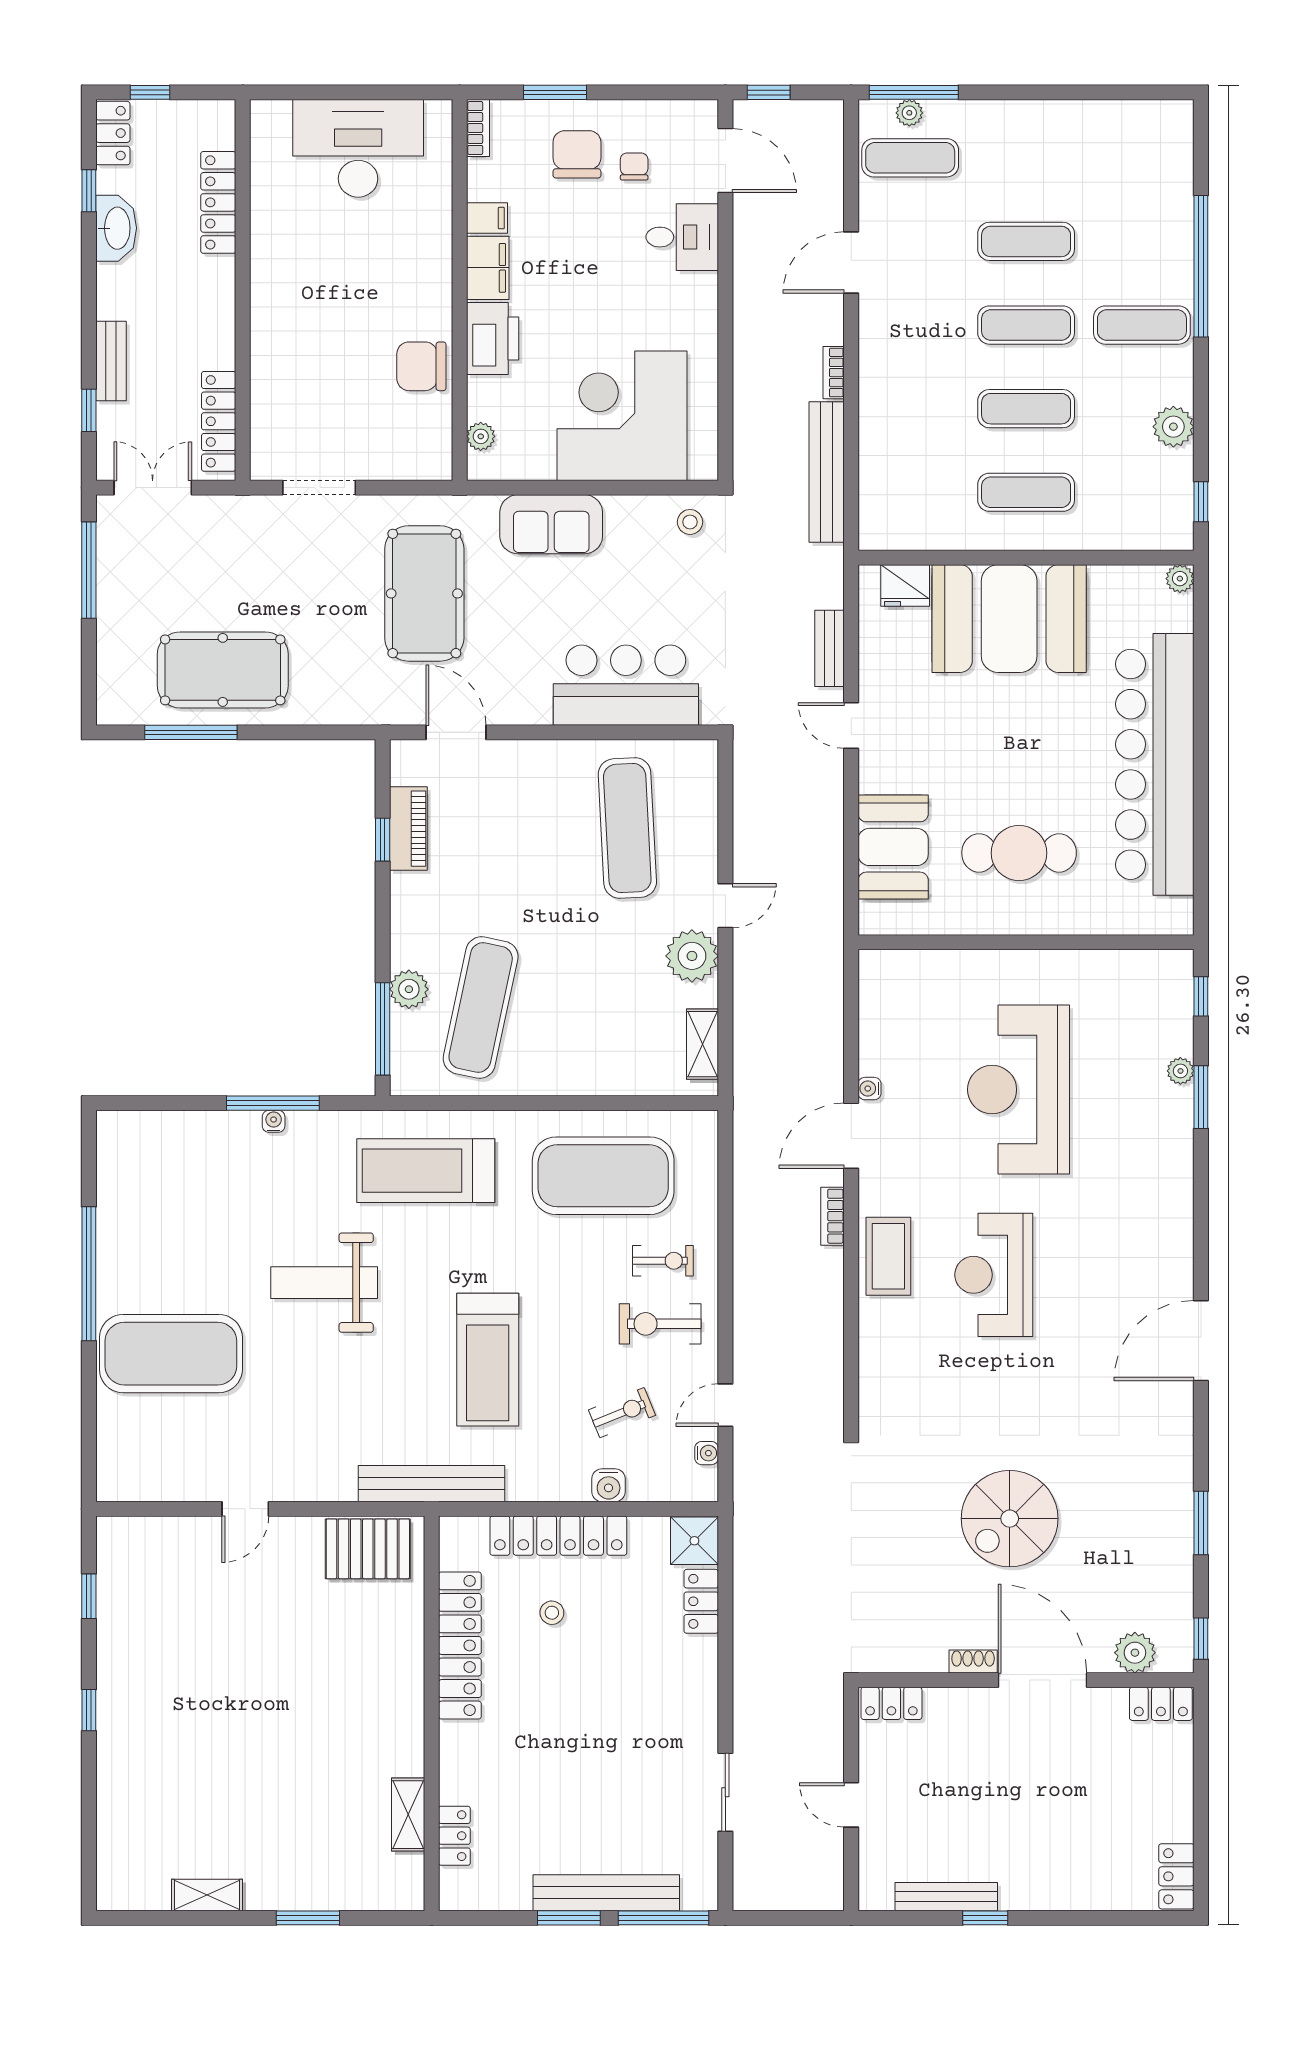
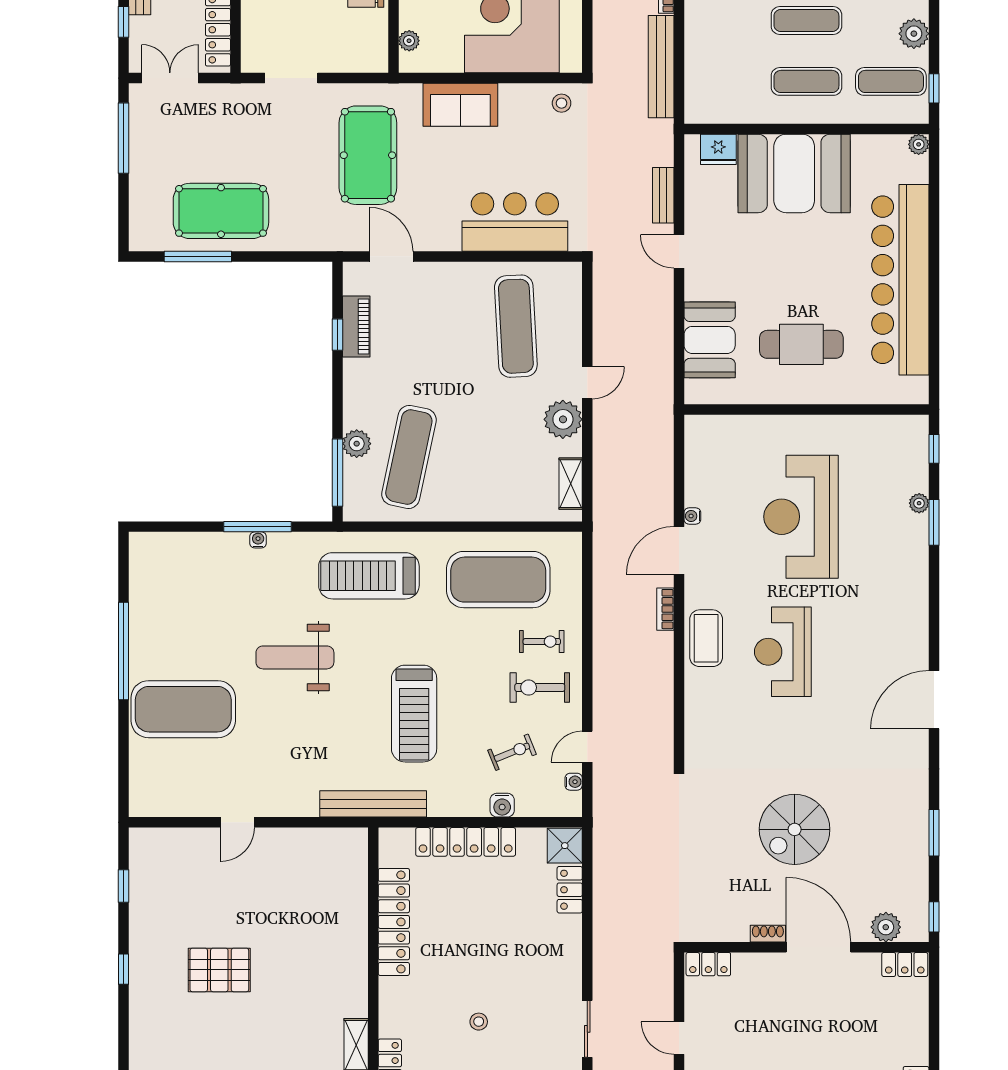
exercise mat: (1142, 492) -> (891, 81), added
pallet: (368, 1549) -> (219, 970), moved
stool: (552, 1613) -> (479, 1022), moved

